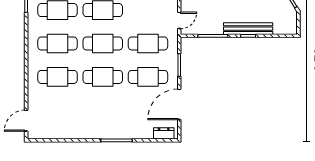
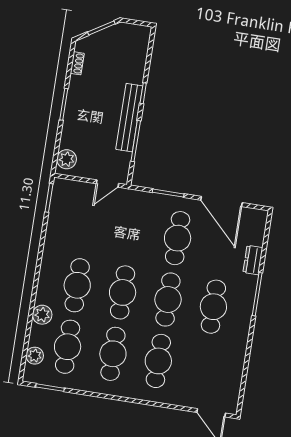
door: (179, 20) -> (107, 184), swing flipped
bench: (248, 29) -> (129, 118), moved
cafe table: (148, 43) -> (213, 307), moved
dresser: (164, 133) -> (253, 260), moved

